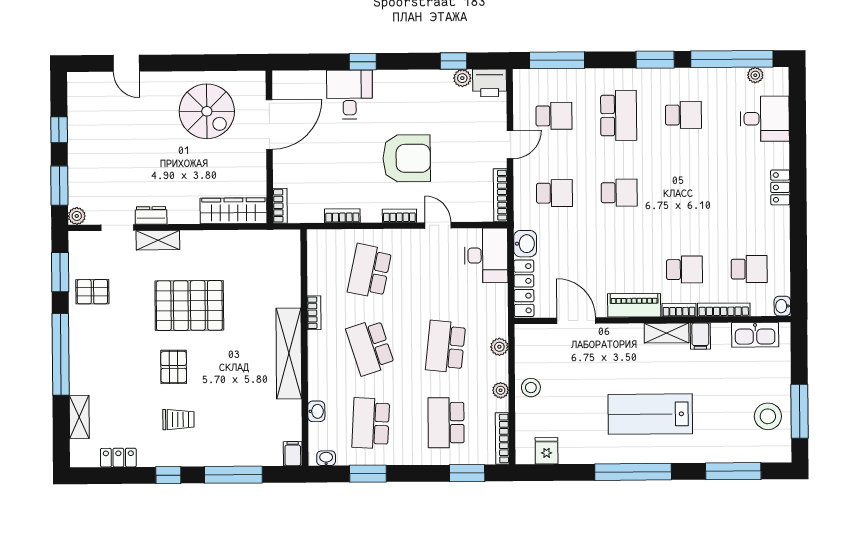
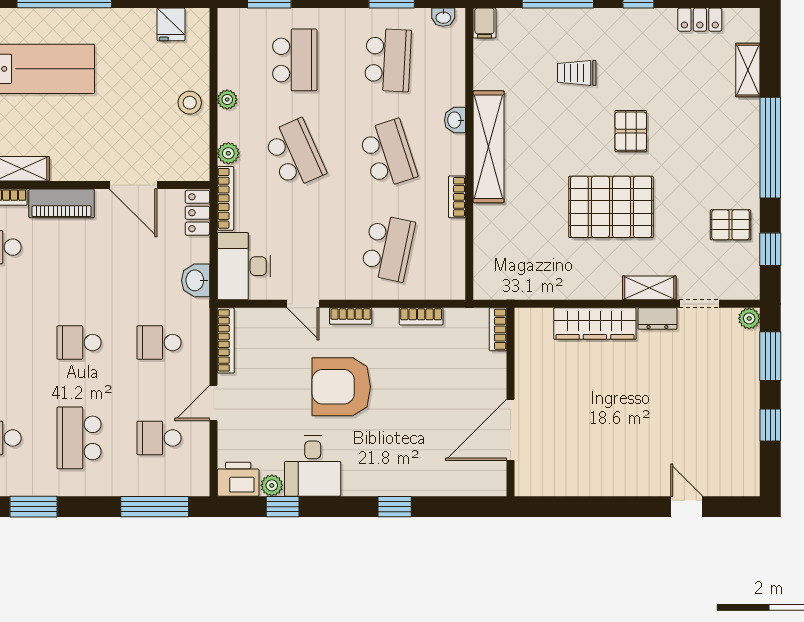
desk: (350, 94) -> (313, 466), moved
spiral stairs: (207, 111) -> (588, 447), removed
wardrobe: (233, 211) -> (595, 324), moved
window: (60, 272) -> (770, 249), width x0.67
locker: (524, 288) -> (197, 213), width x0.66
school desk: (446, 347) -> (295, 154), turned -30
washbasin: (316, 411) -> (455, 120), moved
trolley: (178, 420) -> (577, 73), moved
bookcase: (502, 439) -> (226, 198), moved

